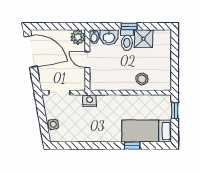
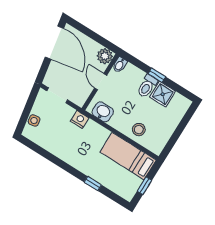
washbasin: (109, 37) -> (103, 112), moved, turned 180
window: (175, 111) -> (144, 186), moved
bed: (147, 131) -> (128, 156), moved

